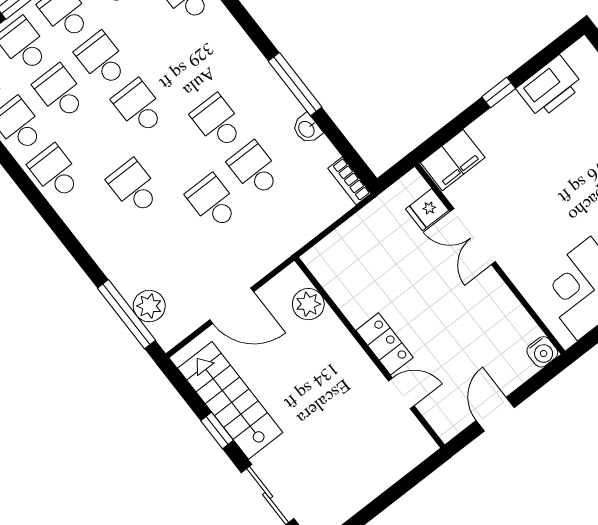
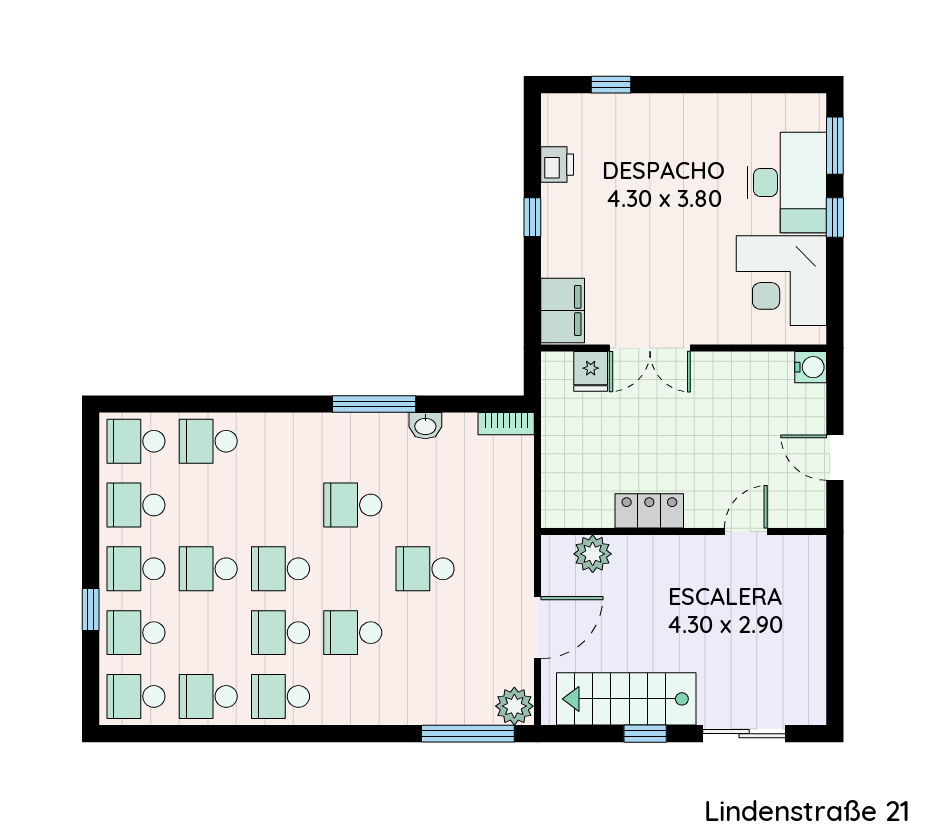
printer: (550, 87) -> (557, 165), width x0.53, depth x0.68
school desk: (60, 92) -> (281, 633), moved
school desk: (255, 169) -> (425, 505), removed
plant: (149, 306) -> (514, 706), moved
locker: (385, 344) -> (649, 511), moved

